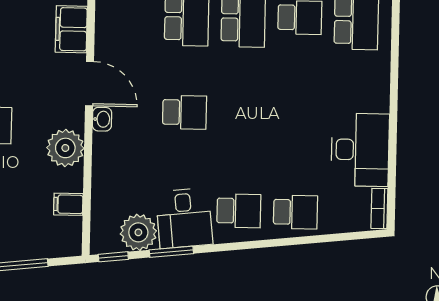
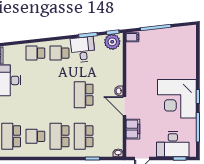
school desk: (185, 112) -> (84, 95), width x1.85
plant: (65, 148) -> (134, 78), removed
filing cabinet: (68, 204) -> (132, 37), moved
plant: (138, 232) -> (112, 42), moved

